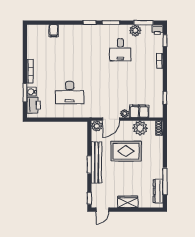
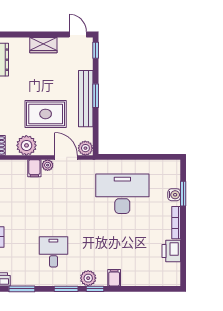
plant: (135, 30) -> (88, 278), moved
filing cabinet: (54, 31) -> (114, 278), moved
desk: (70, 93) -> (122, 194), width x1.36, depth x1.30
printer: (34, 105) -> (171, 251), moved
filing cabinet: (139, 111) -> (34, 168), width x0.50
door: (111, 119) -> (66, 157), hinge flipped
door: (102, 210) -> (78, 35), hinge flipped

